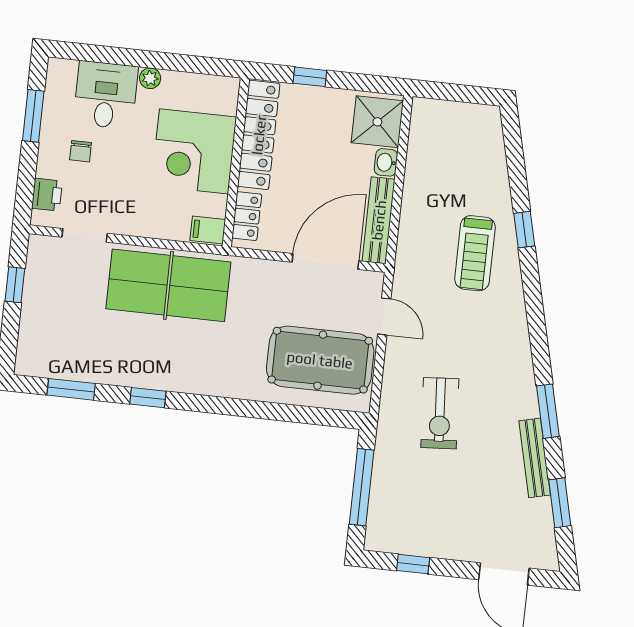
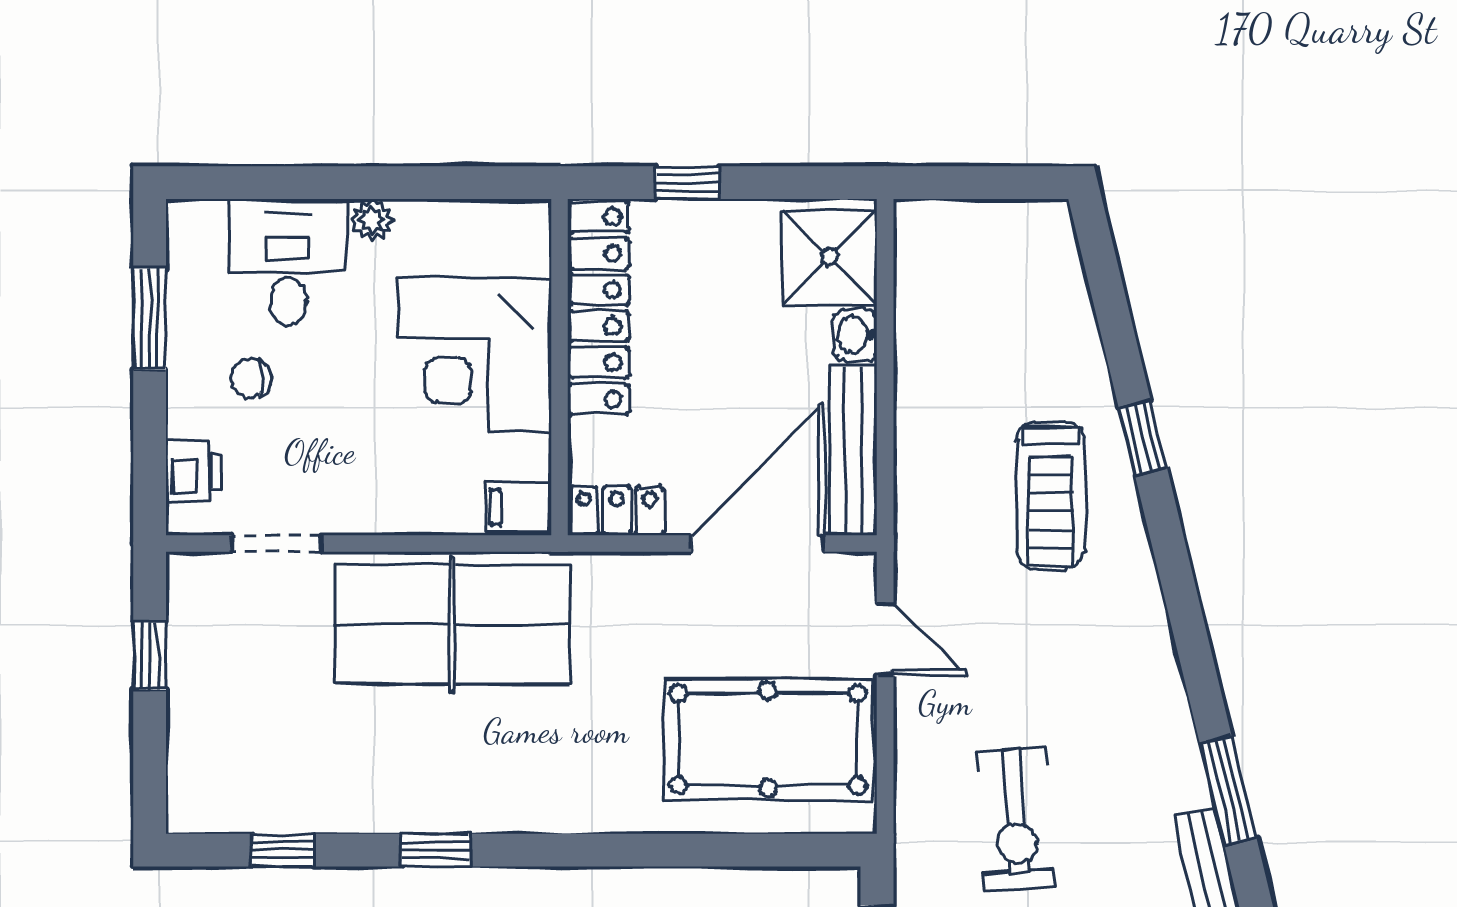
chair: (81, 151) -> (251, 378), turned 90
locker: (247, 216) -> (617, 511), moved, turned -90
window: (71, 389) -> (283, 850), width x0.67

